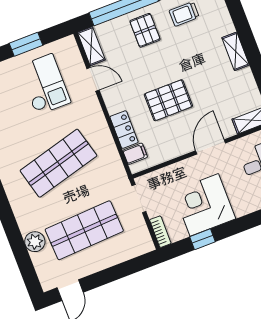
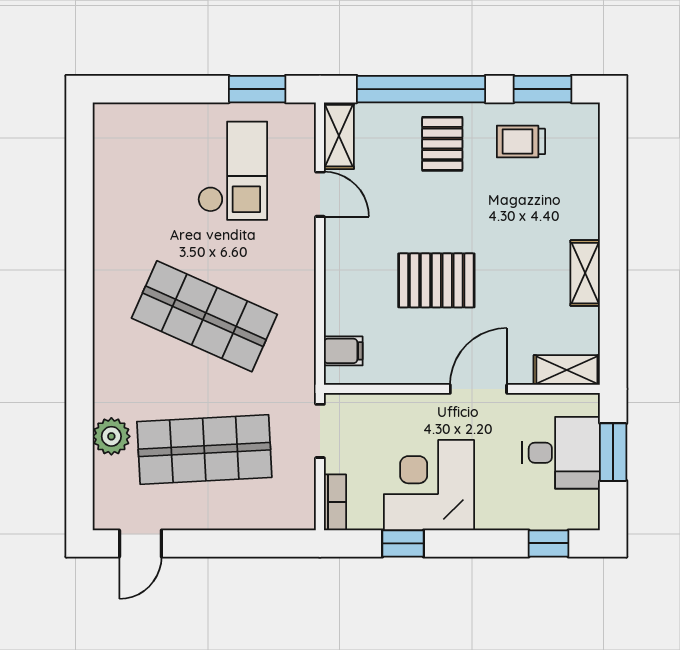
window: (26, 44) -> (257, 89), moved
shelving: (236, 51) -> (585, 273), moved
locker: (124, 130) -> (340, 302), removed
shop shelf: (58, 163) -> (204, 316), turned 39

